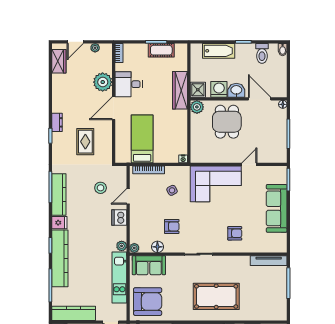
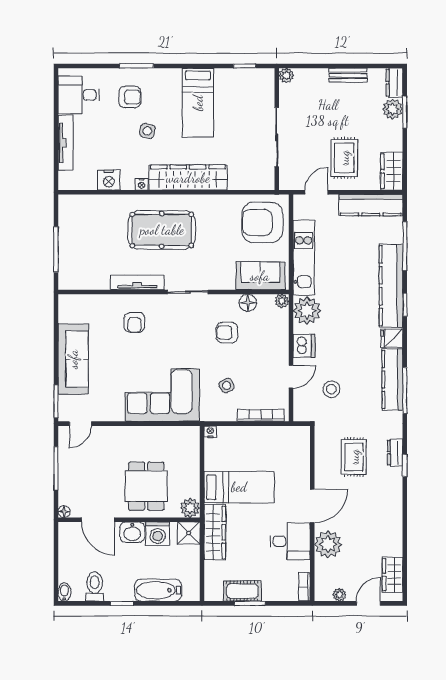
dresser: (57, 122) -> (395, 453), moved
bed: (142, 139) -> (239, 487), moved, turned -90
door: (249, 164) -> (80, 424), moved
armchair: (235, 233) -> (135, 322), turned -90
plant: (122, 246) -> (307, 311), width x1.87, depth x1.87
tv unit: (269, 261) -> (137, 283), moved

